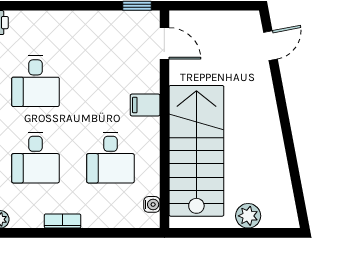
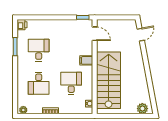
desk: (35, 81) -> (39, 50), turned 180
desk: (110, 158) -> (71, 83), turned 180
plant: (248, 216) -> (142, 109), moved

